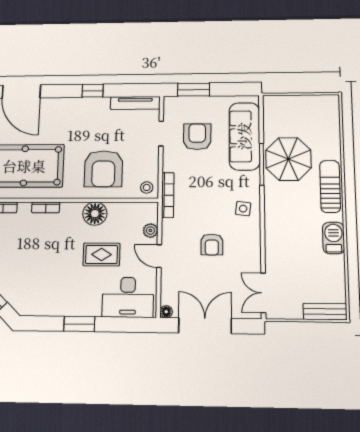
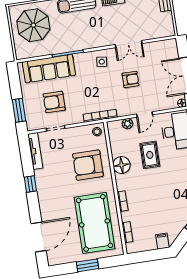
parasol: (288, 159) -> (33, 25), moved
armchair: (103, 169) -> (88, 165), turned 180
double door: (263, 293) -> (129, 44), moved

